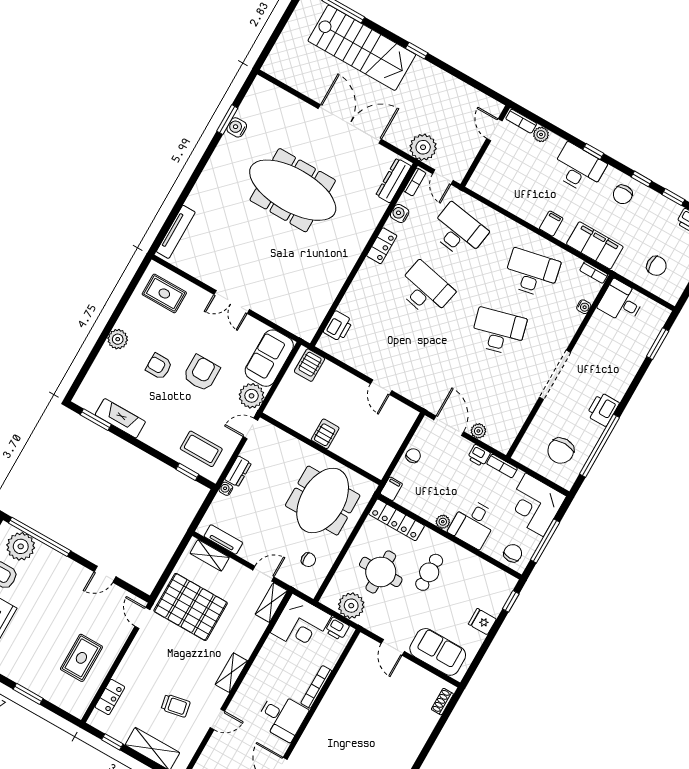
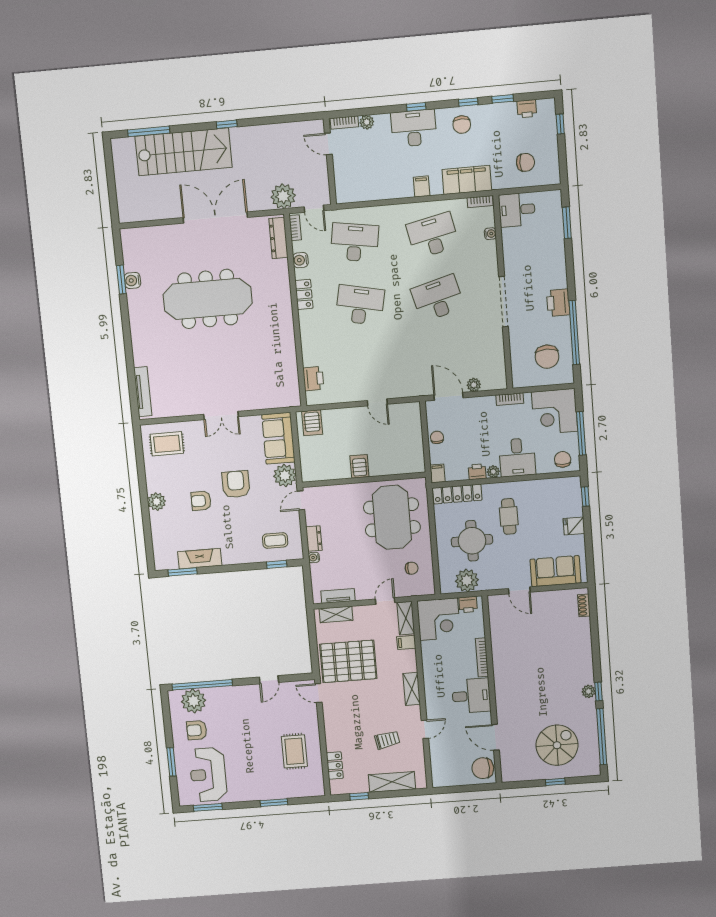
coffee table: (201, 449) -> (275, 540), width x0.73, depth x0.77
printer: (479, 456) -> (477, 472), moved, turned 180
filing cabinet: (256, 626) -> (406, 642), added

